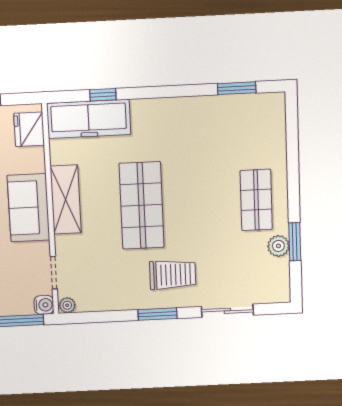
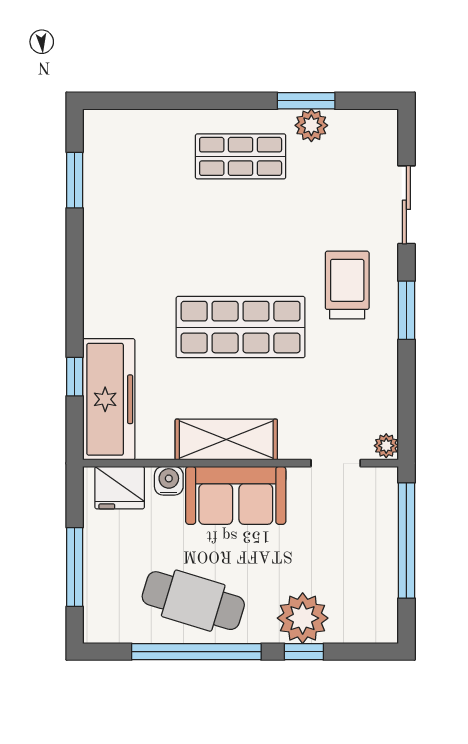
water cooler: (44, 305) -> (169, 481), moved

